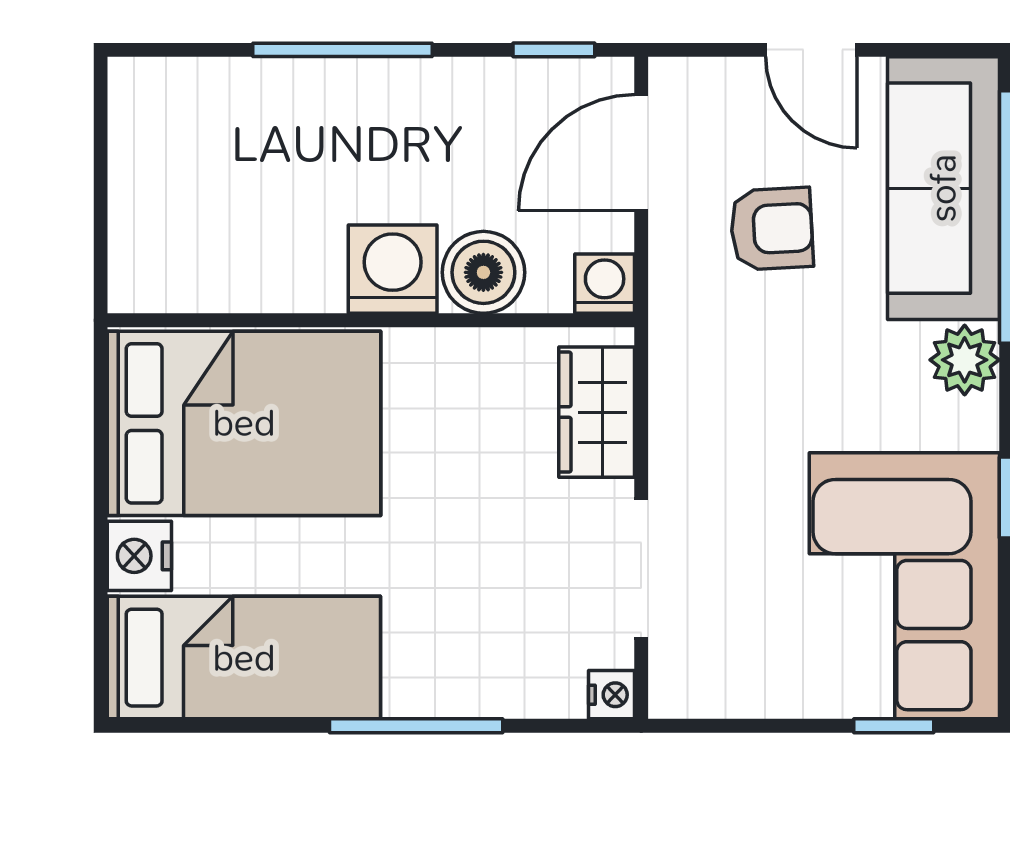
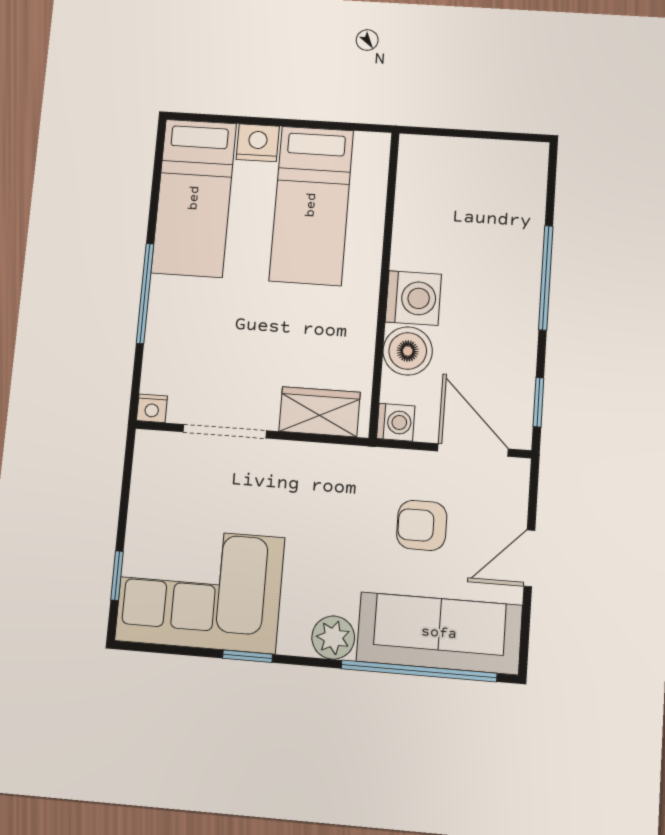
armchair: (772, 229) -> (422, 525), turned 93
bed: (244, 423) -> (311, 205), width x0.67

